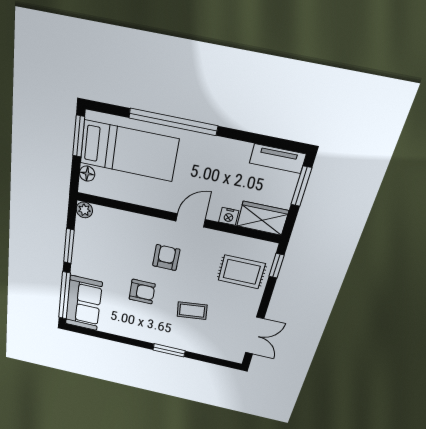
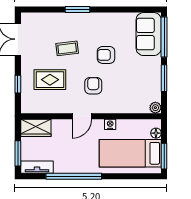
window: (173, 122) -> (74, 176), moved
nightstand: (229, 216) -> (110, 124), moved
armchair: (166, 258) -> (93, 86), turned 180
window: (276, 266) -> (18, 84), moved
rug: (242, 272) -> (50, 80), moved

